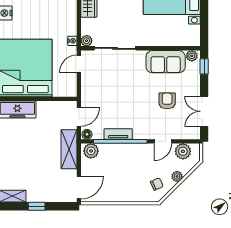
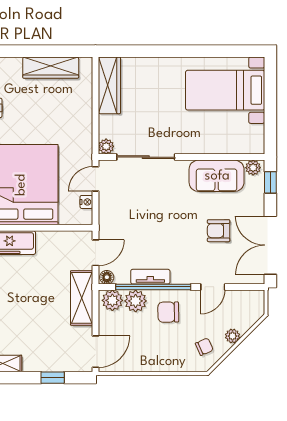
nightstand: (72, 41) -> (86, 202), moved
armchair: (167, 101) -> (219, 231), turned -90
double door: (204, 111) -> (270, 245), width x1.37
plant: (183, 151) -> (136, 301), moved
chair: (131, 159) -> (168, 312), added
window: (37, 206) -> (53, 378), moved

